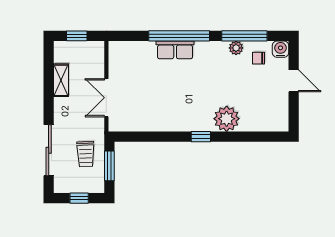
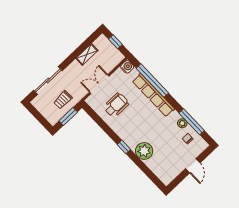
window: (179, 36) -> (152, 81), moved
water cooler: (281, 49) -> (127, 67), moved
row of seats: (175, 50) -> (153, 95), width x2.02
wheelchair: (147, 101) -> (116, 105), added
window: (79, 198) -> (39, 117), removed

